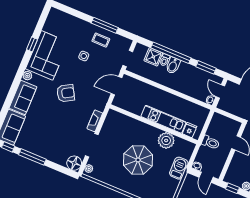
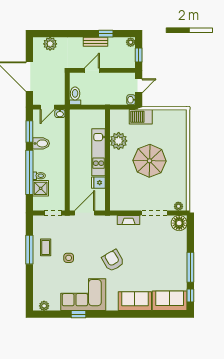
bidet: (173, 66) -> (41, 143), moved
plant: (27, 76) -> (44, 306), moved
door: (117, 86) -> (85, 213), swing flipped
fridge: (190, 130) -> (98, 183), moved
toilet: (211, 142) -> (75, 96), moved

